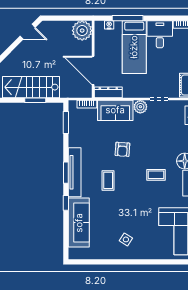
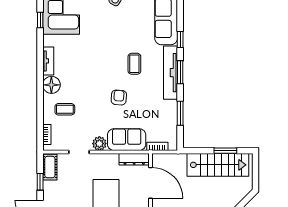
window: (35, 100) -> (225, 151), moved
window: (66, 122) -> (180, 113), moved
coffee table: (156, 175) -> (65, 109), moved

